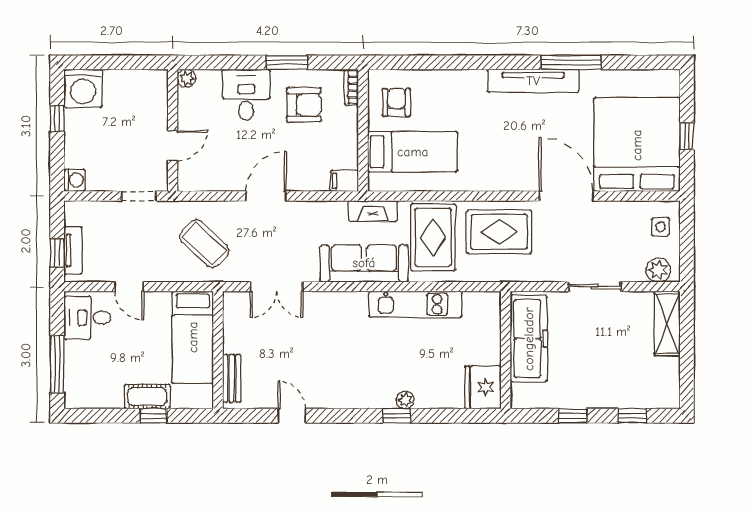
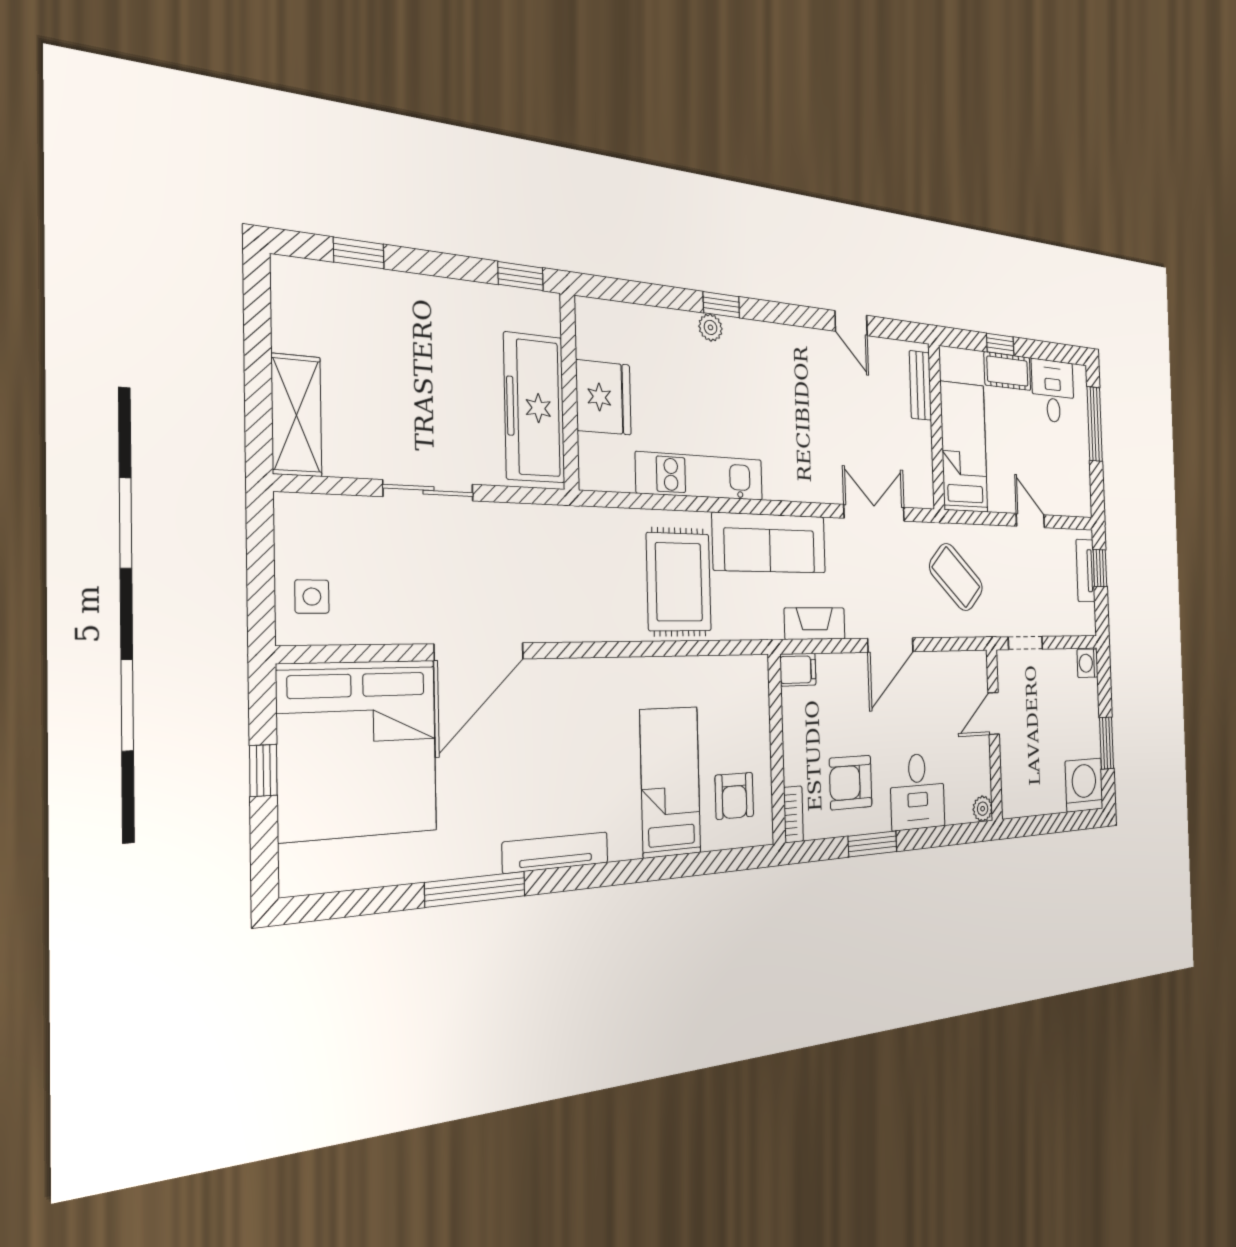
tv unit: (533, 81) -> (556, 853), width x0.73, depth x0.78
window: (57, 119) -> (1107, 743), width x1.50
bed: (413, 152) -> (670, 782), moved, turned 90
door: (566, 196) -> (479, 652), hinge flipped
fireplace: (373, 211) -> (815, 624), moved
rug: (499, 232) -> (584, 590), removed
plant: (658, 270) -> (315, 516), removed
desk: (87, 318) -> (1053, 391), moved, turned -90
fridge: (483, 387) -> (604, 397), moved
window: (573, 416) -> (521, 276), moved

